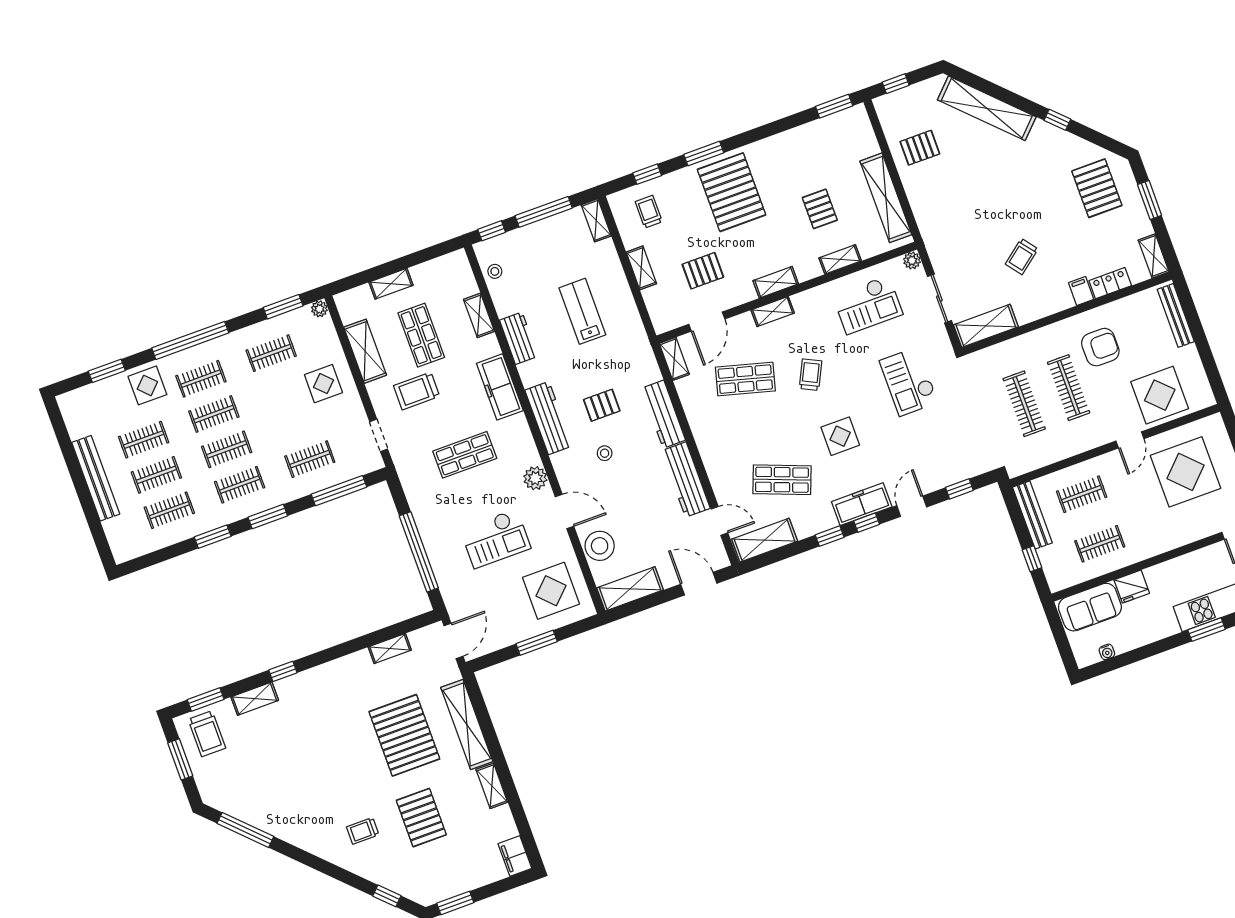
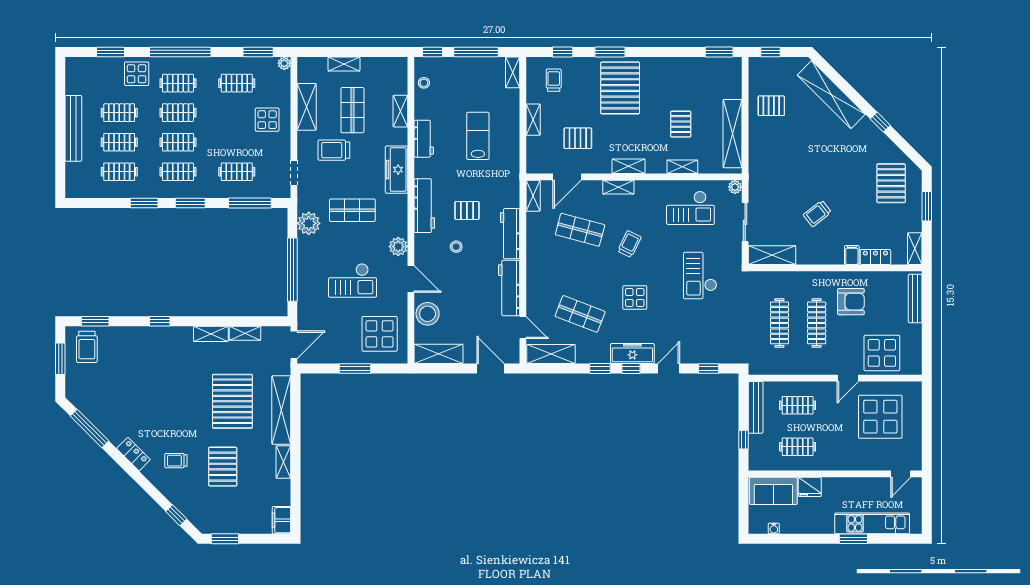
plant: (418, 489) -> (309, 223), added
shelving: (255, 699) -> (211, 334), moved
locker: (309, 841) -> (133, 454), added

